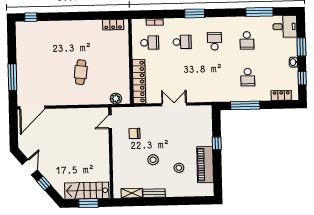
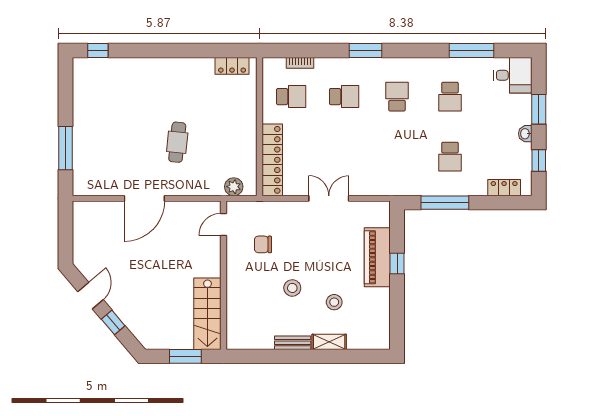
door: (32, 108) -> (144, 198), moved
piano: (205, 165) -> (377, 257), moved
stairs: (87, 191) -> (207, 314), moved, turned -90
shelving: (132, 193) -> (329, 342), moved

